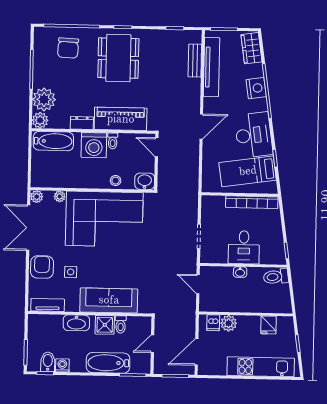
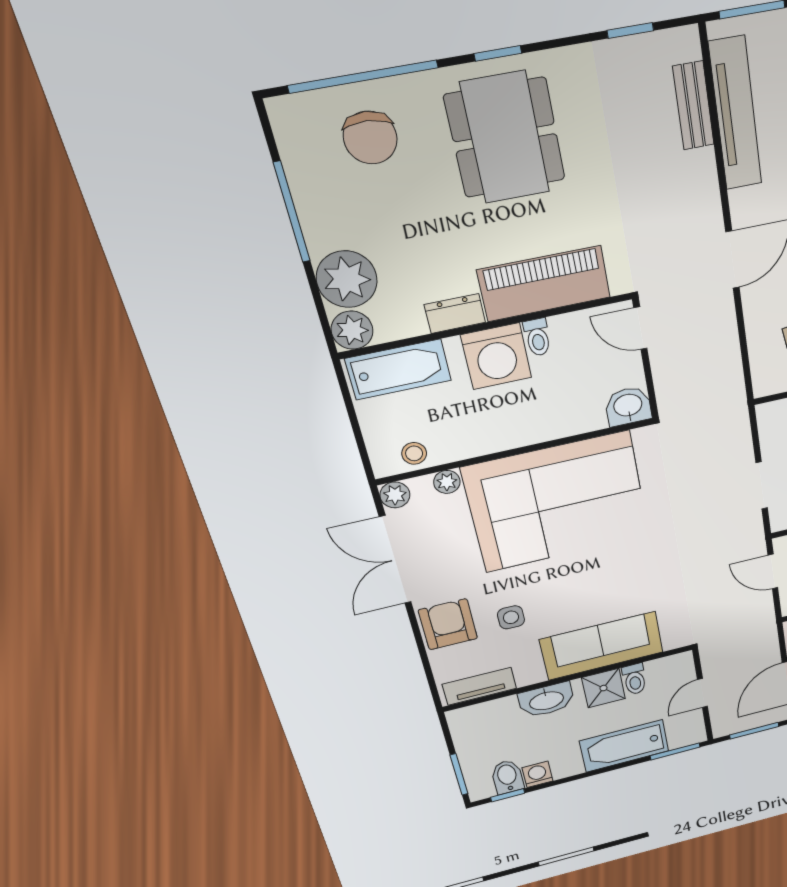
stool: (116, 181) -> (414, 453), moved

